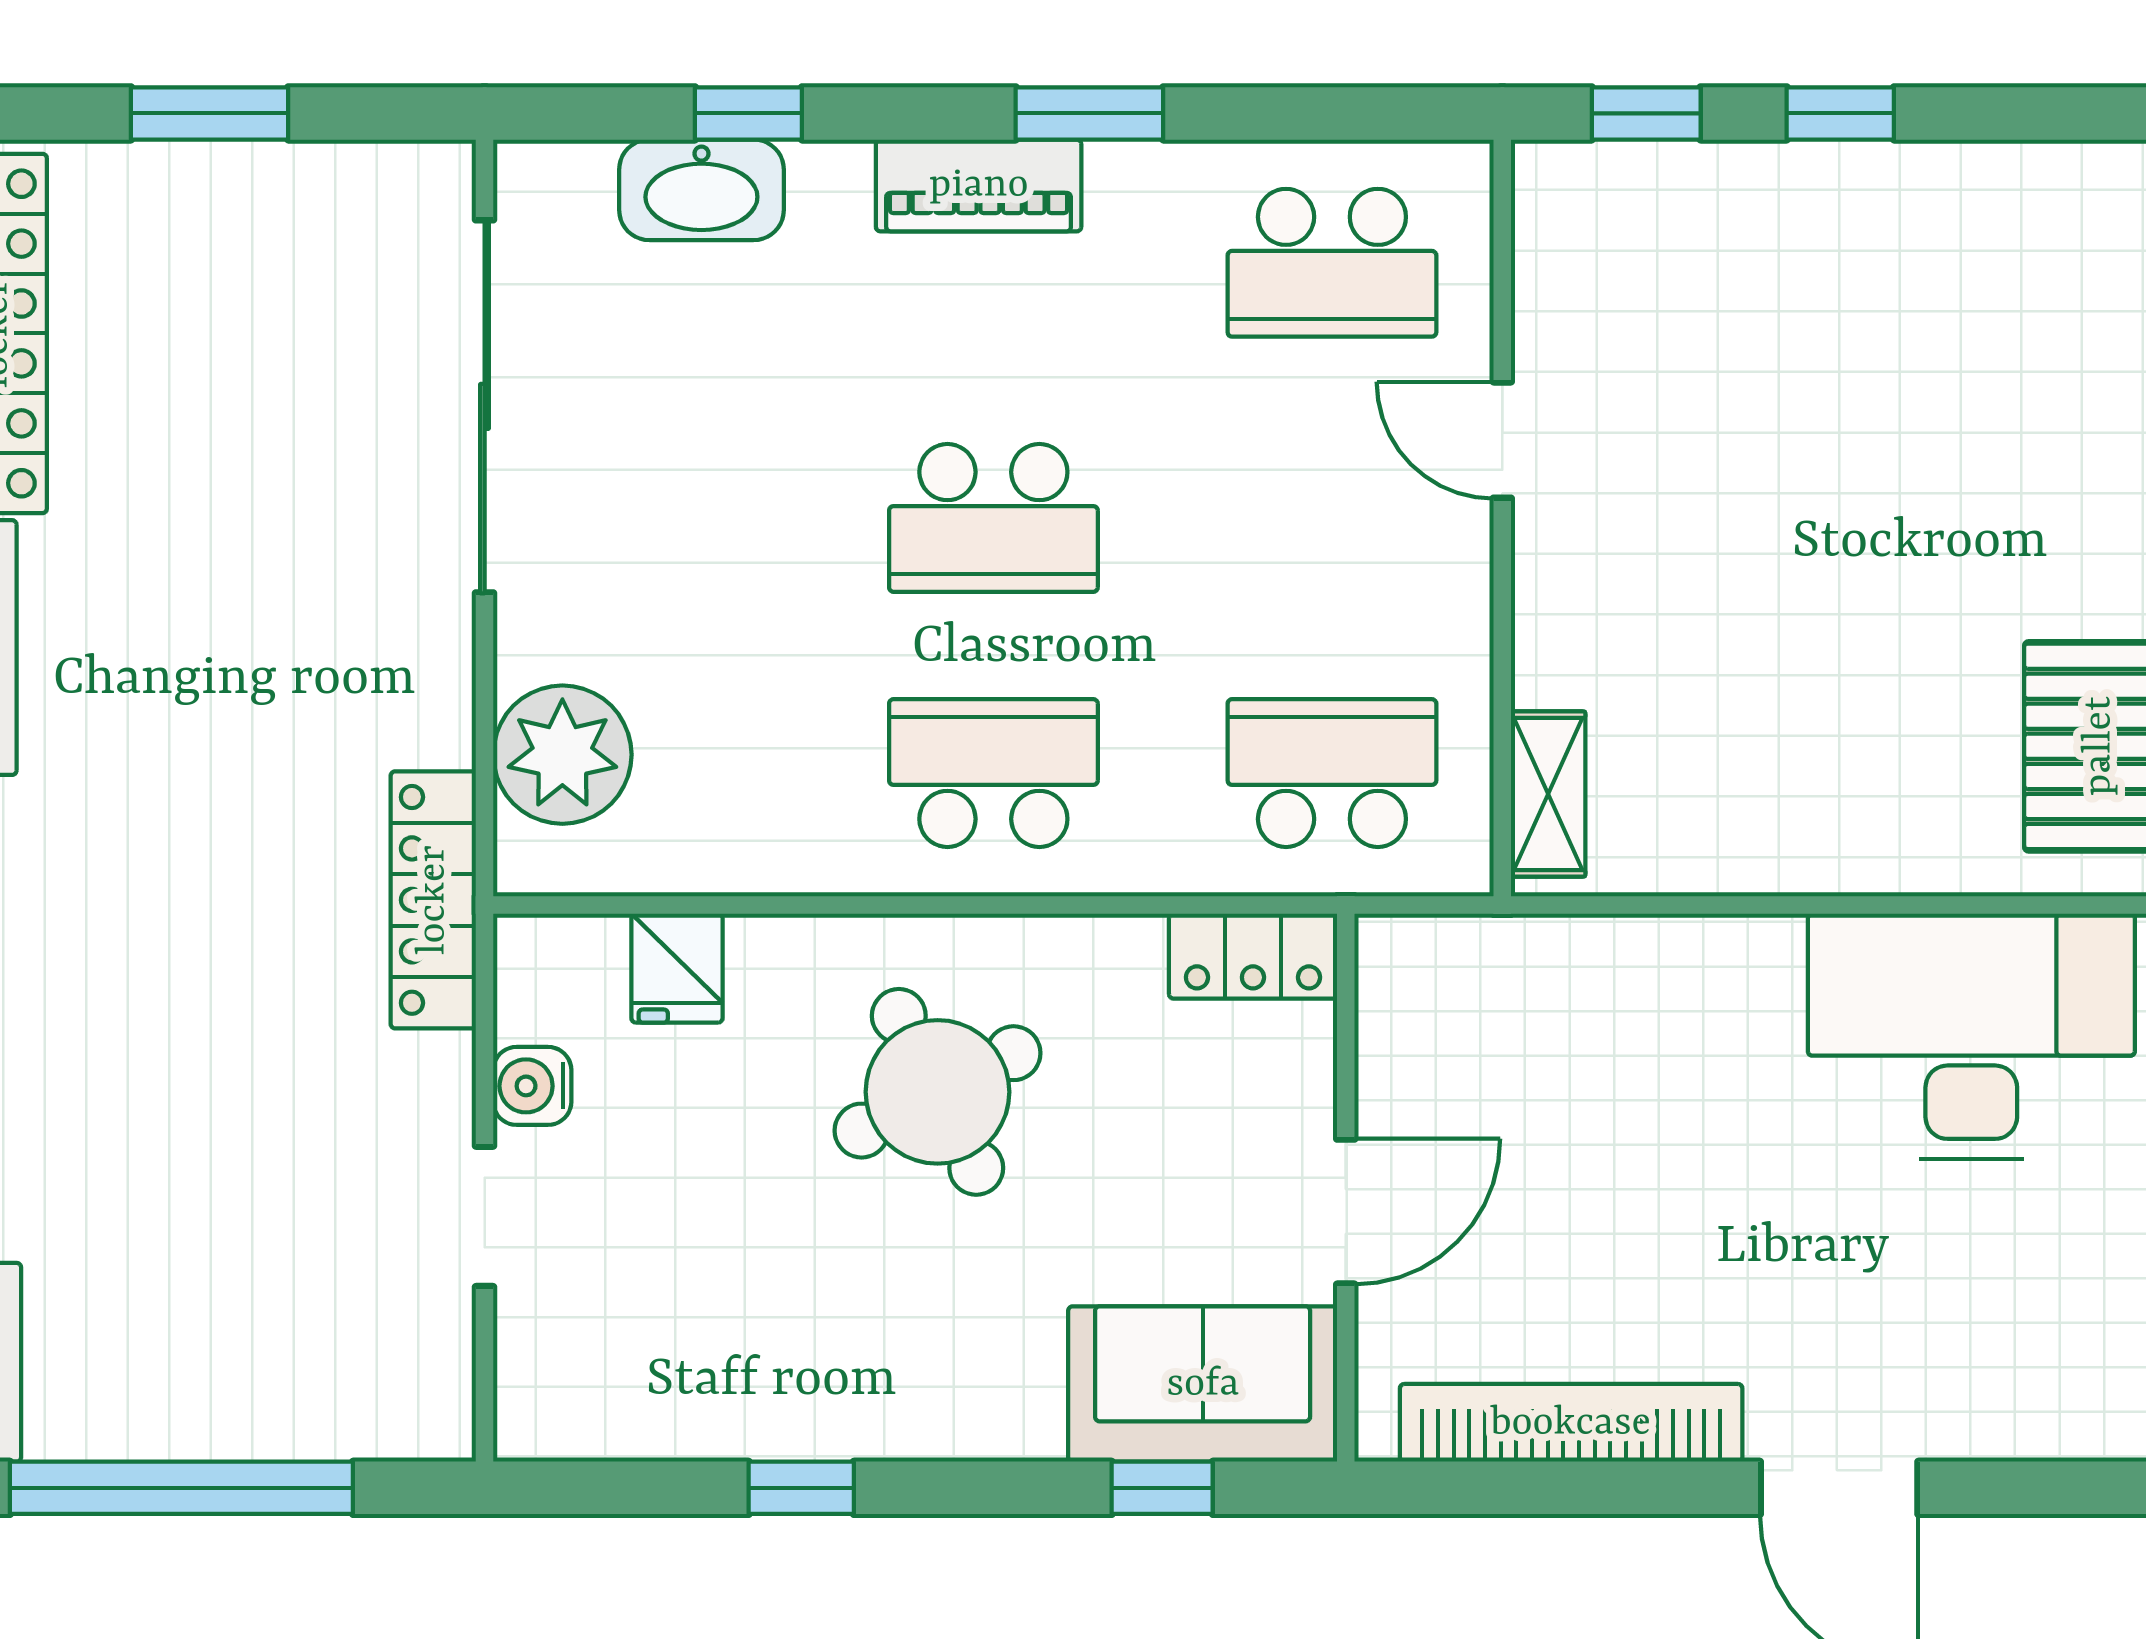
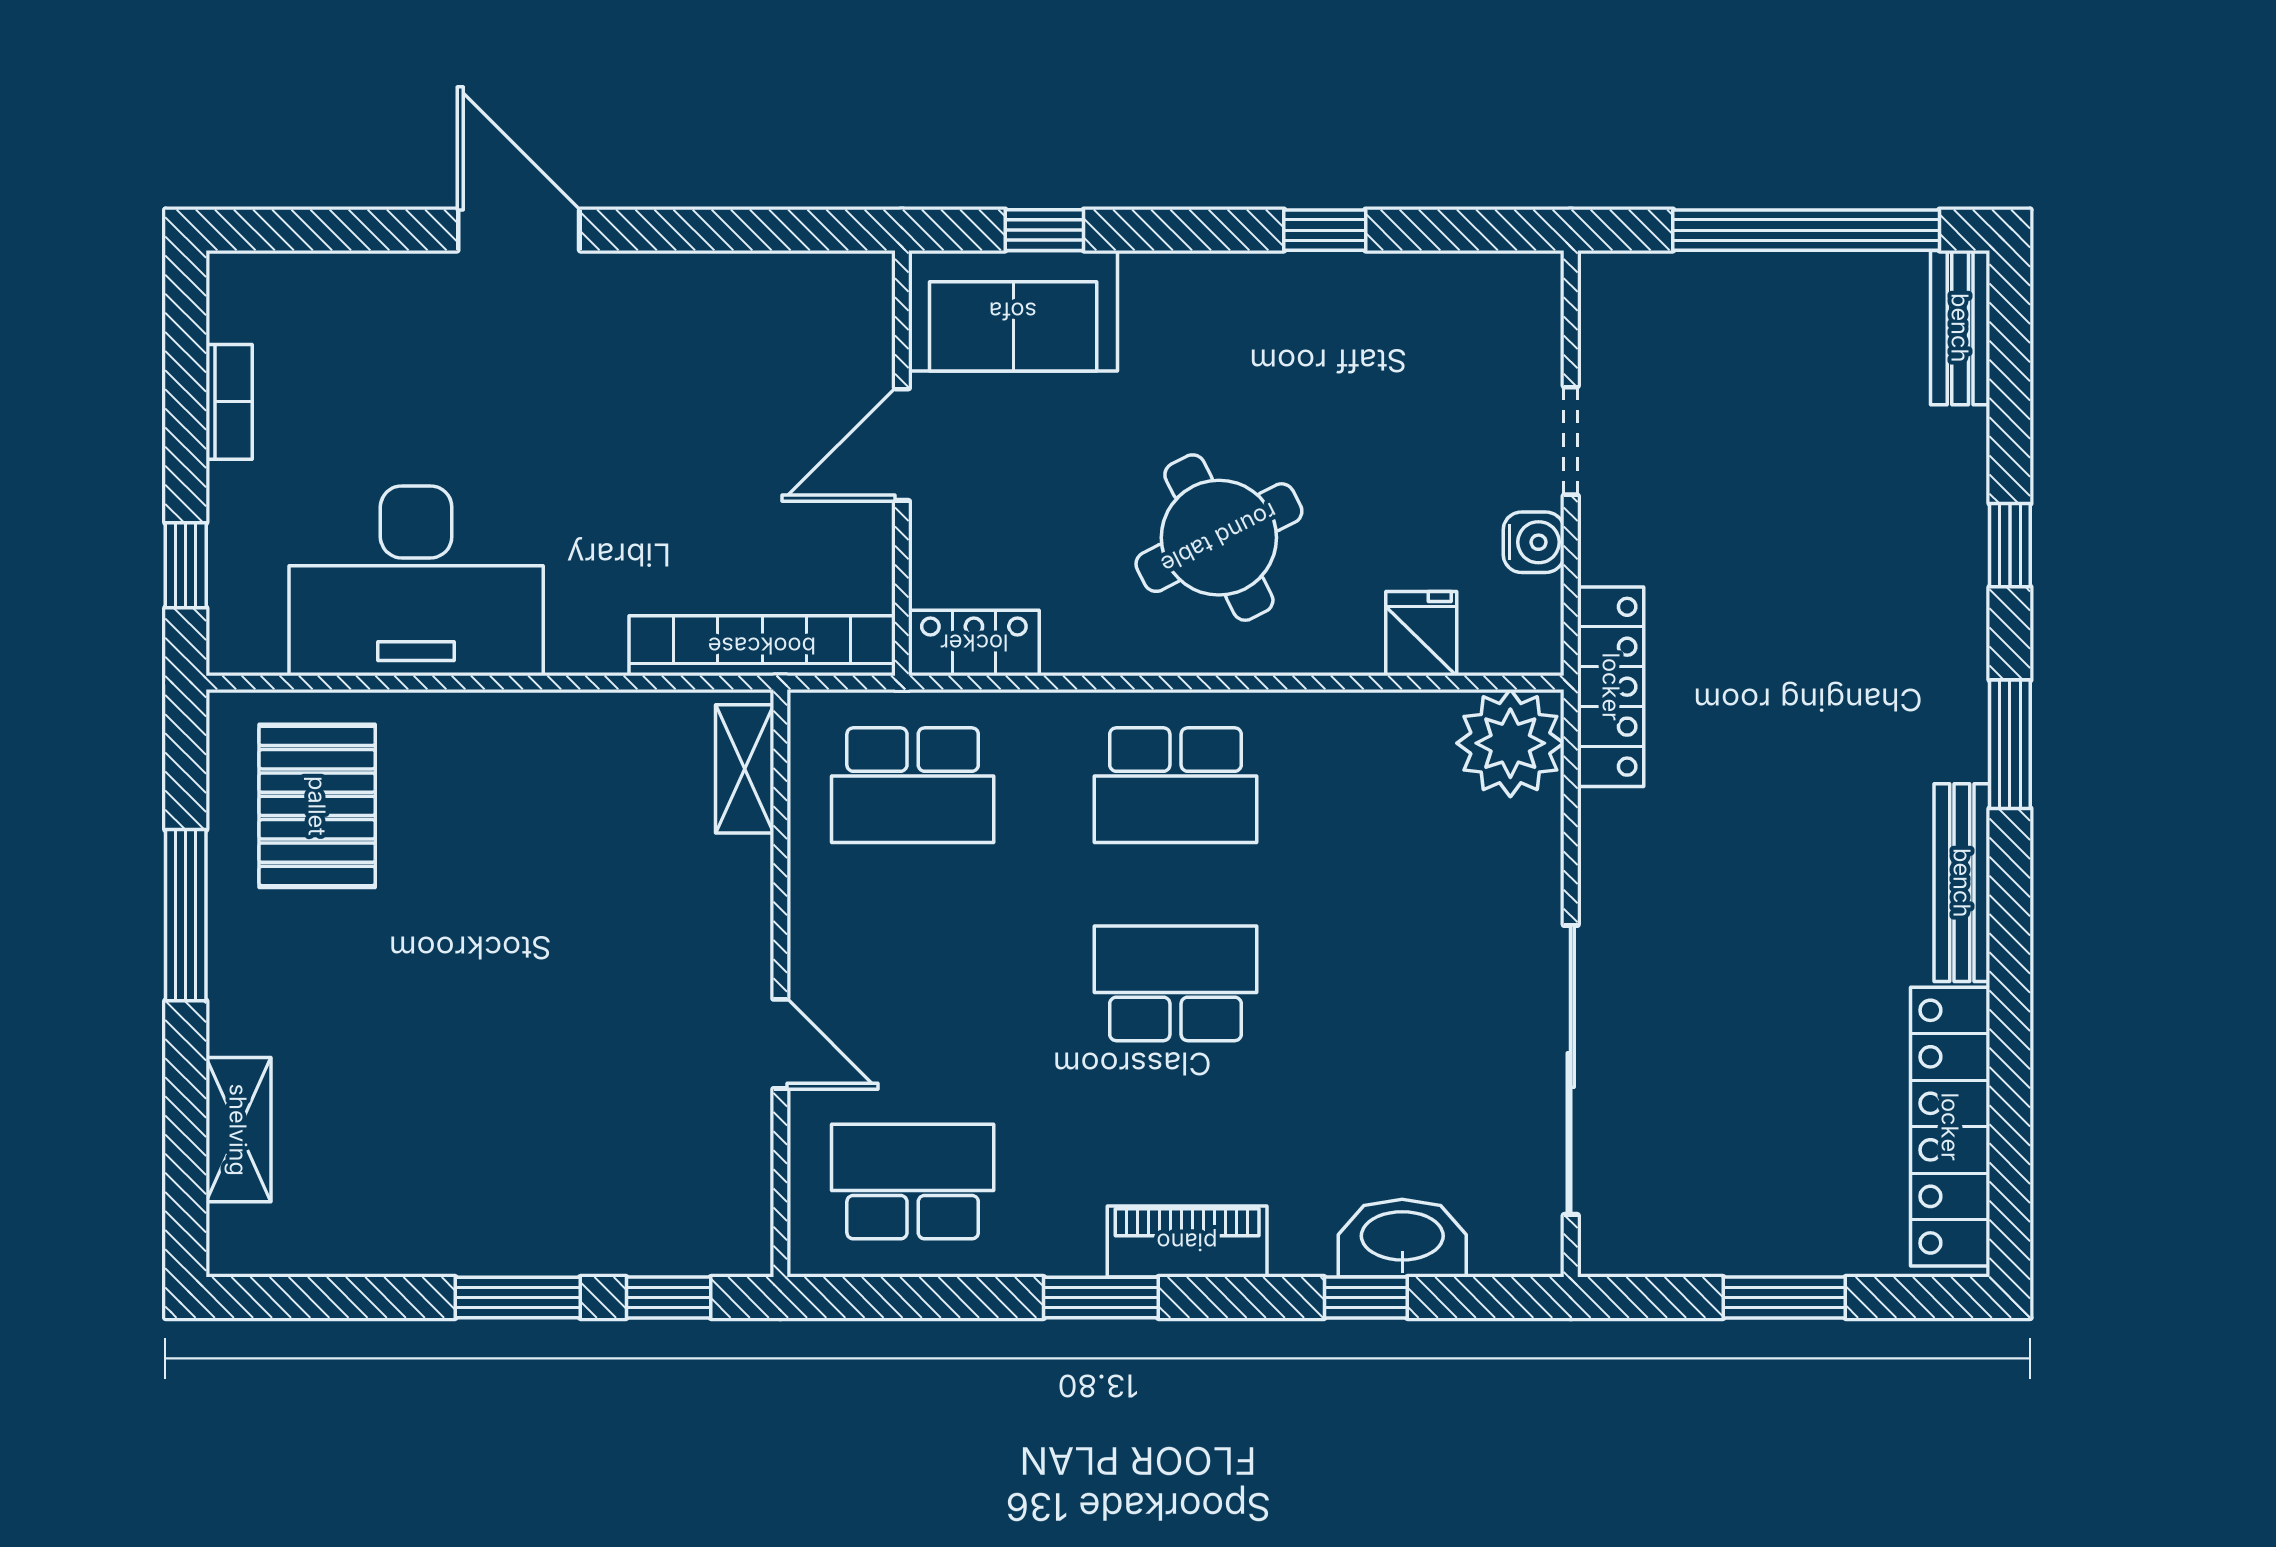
window: (1840, 113) -> (518, 1298), width x1.50
plant: (562, 755) -> (1510, 743), moved
bookcase: (1571, 1423) -> (762, 646), moved, turned 180

